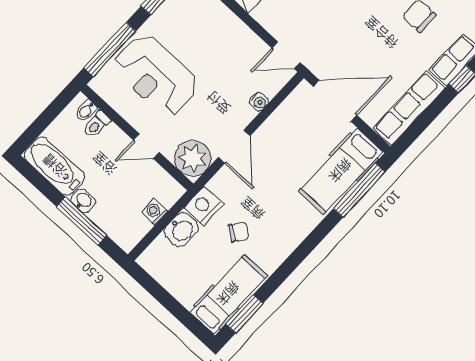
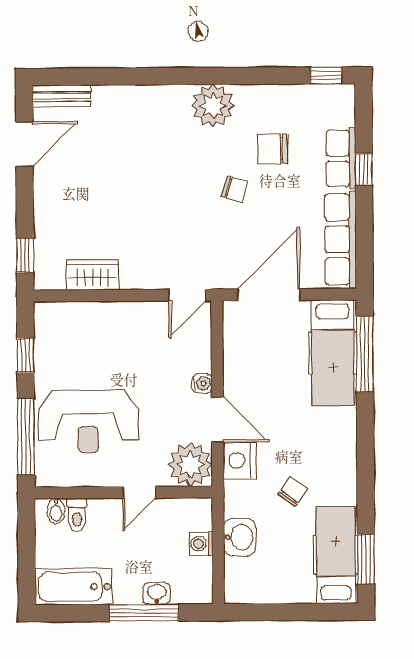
chair: (374, 19) -> (235, 189), added
water cooler: (259, 102) -> (202, 383), moved
washbasin: (83, 201) -> (157, 593), moved
nightstand: (204, 206) -> (240, 461), moved

